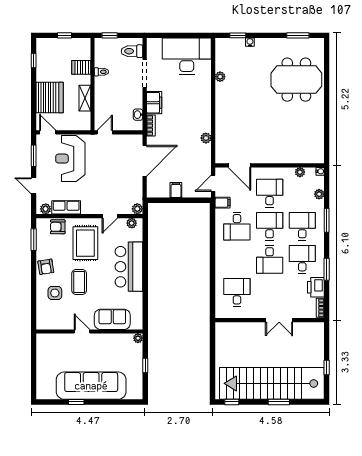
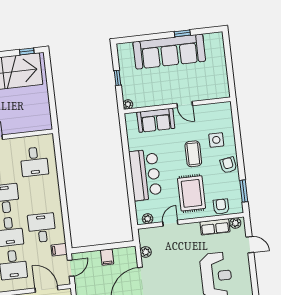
window: (34, 156) -> (253, 275), removed
plant: (137, 209) -> (146, 252), moved
armchair: (58, 227) -> (221, 206), turned -90

